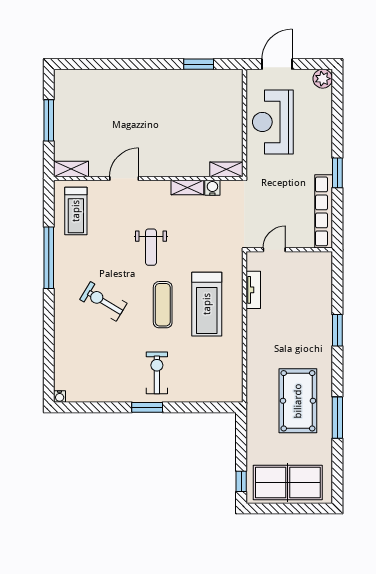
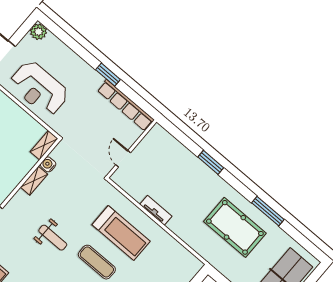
tv unit: (253, 290) -> (156, 210), moved

